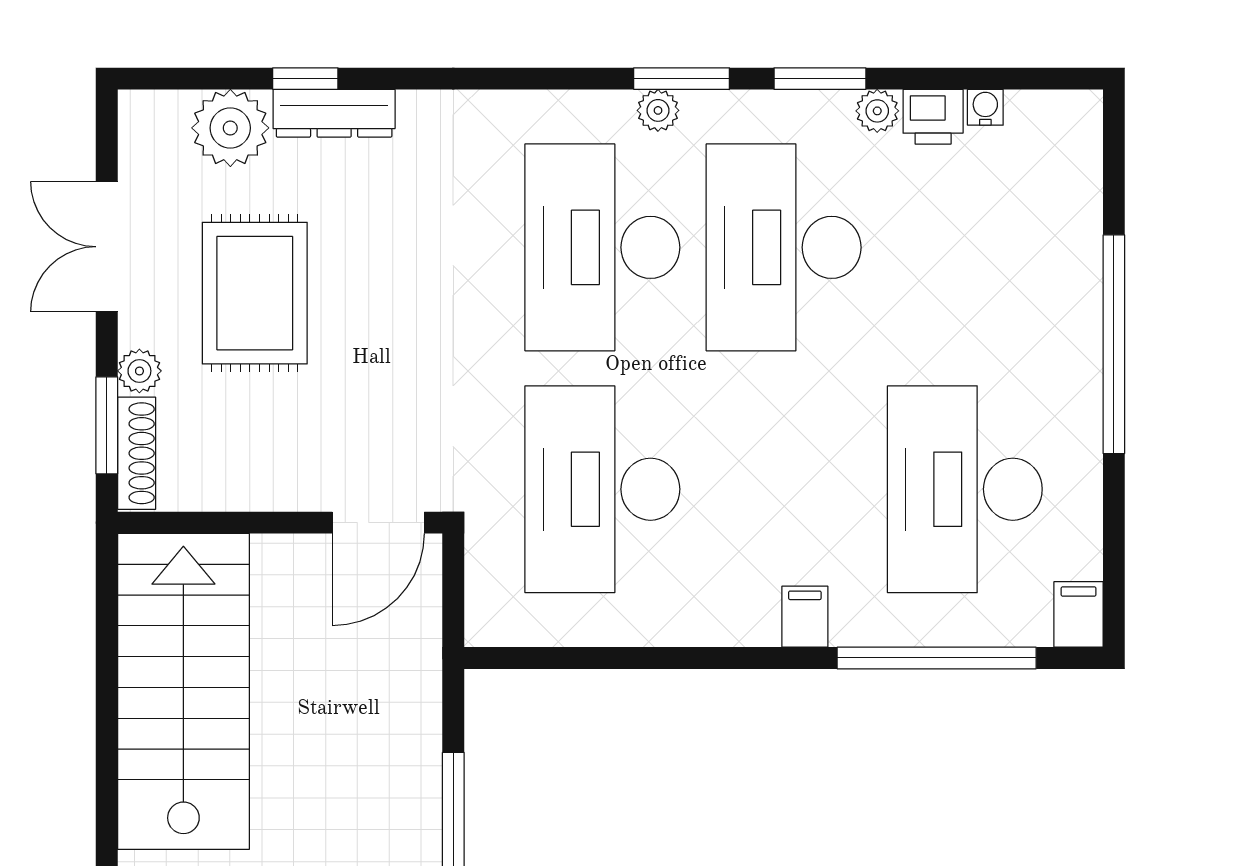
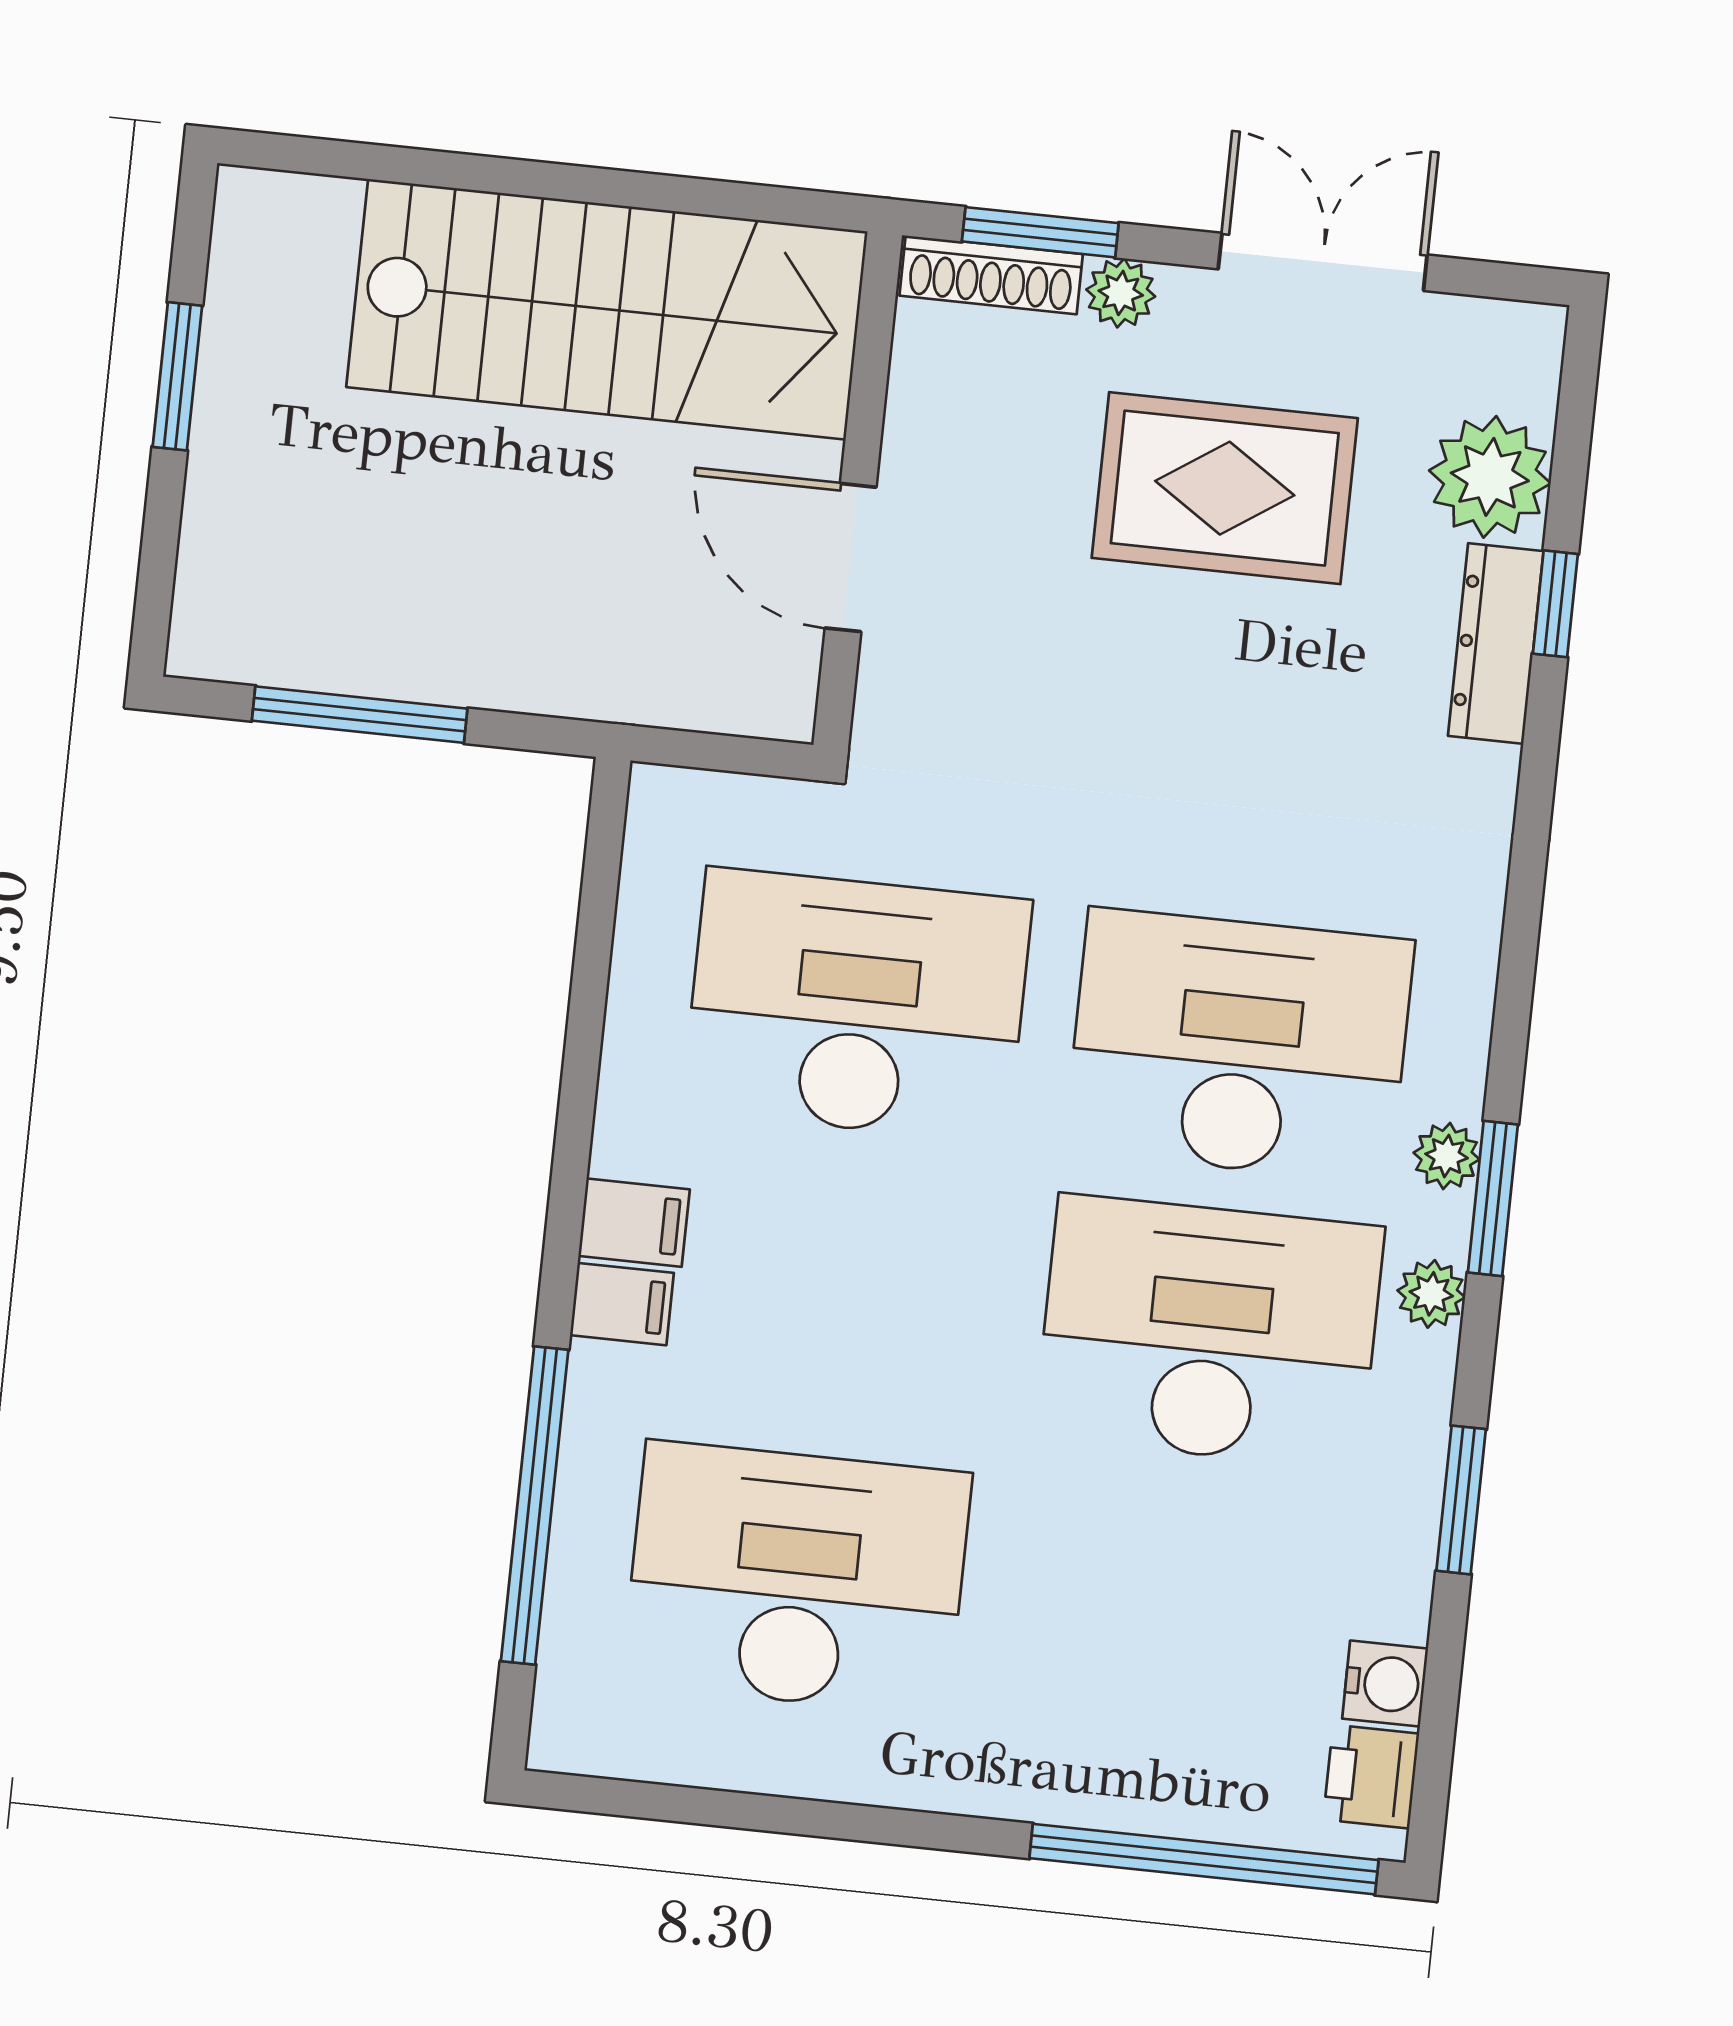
window: (820, 79) -> (1461, 1500), moved
water cooler: (985, 107) -> (1385, 1684), width x1.38, depth x1.38
plant: (877, 111) -> (1431, 1294), moved
printer: (933, 117) -> (1371, 1777), moved
window: (1114, 344) -> (1204, 1859), moved
door: (378, 523) -> (851, 558), moved
filing cabinet: (1079, 614) -> (634, 1223), moved

